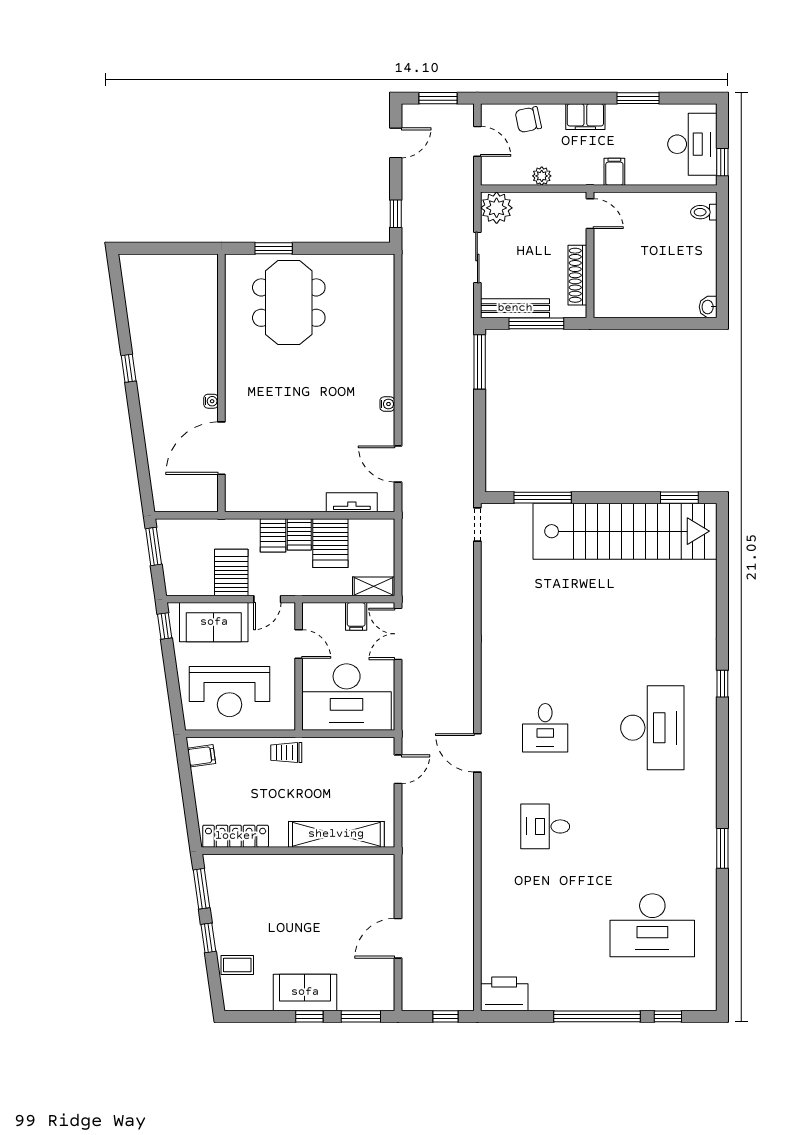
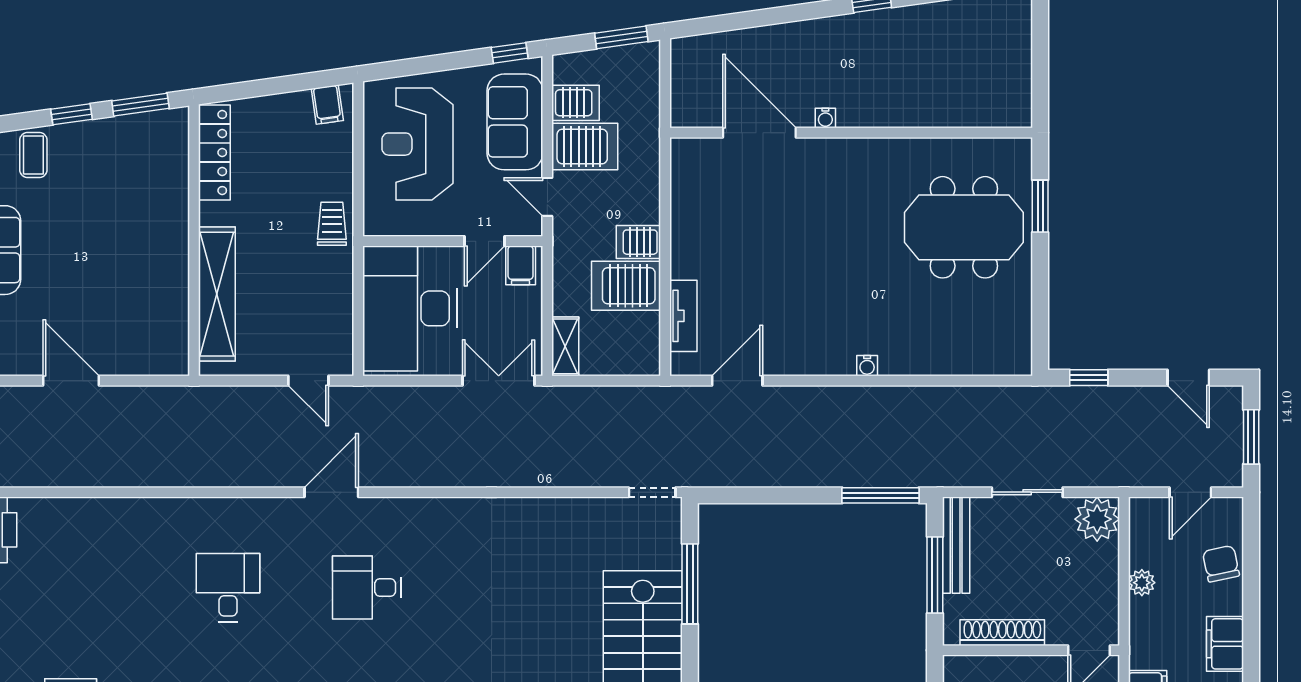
water cooler: (387, 404) -> (867, 366), moved
server rack: (273, 535) -> (576, 103), moved, turned 180
filing cabinet: (356, 616) -> (521, 265), moved, turned -90

